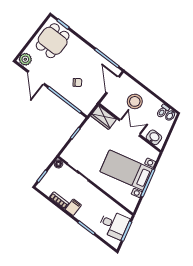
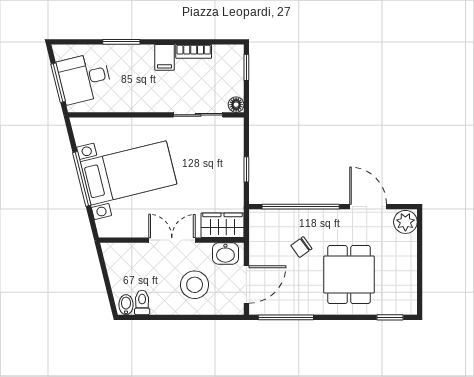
dining table: (53, 41) -> (349, 275), moved
door: (113, 85) -> (246, 284), hinge flipped
double door: (130, 128) -> (172, 240), swing flipped
washbasin: (154, 137) -> (225, 254), moved

